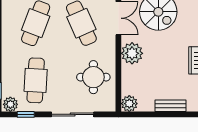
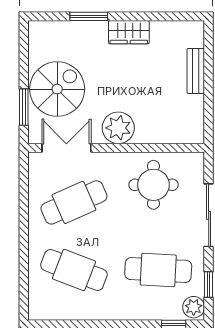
plant: (129, 104) -> (192, 132), removed

